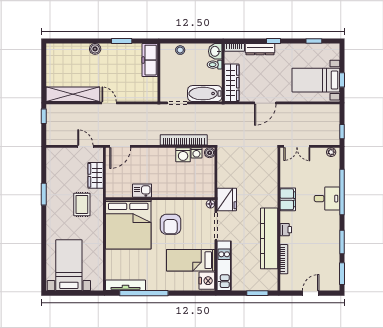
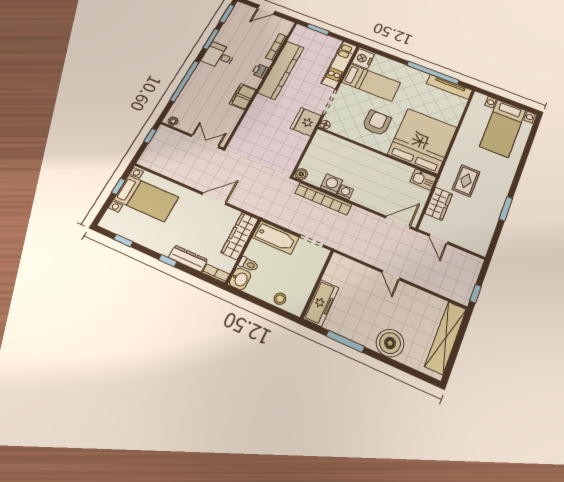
window: (122, 41) -> (345, 341), width x1.44
boiler: (95, 49) -> (390, 343), width x1.86, depth x1.86
shelving: (73, 94) -> (446, 338), moved, turned 90
washing machine: (196, 153) -> (345, 192), moved
kitchen sink: (142, 191) -> (423, 179), moved
desk: (327, 199) -> (219, 56), moved

